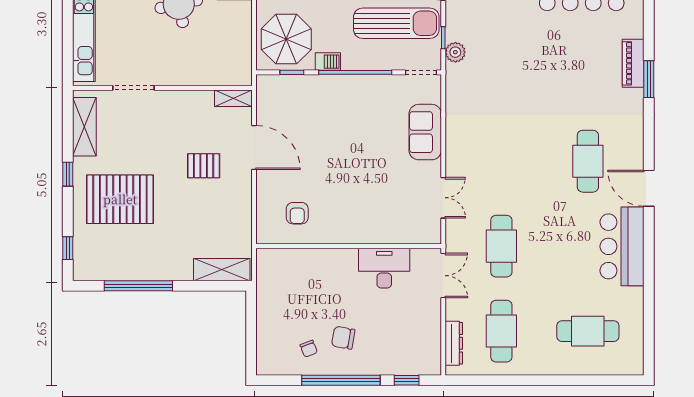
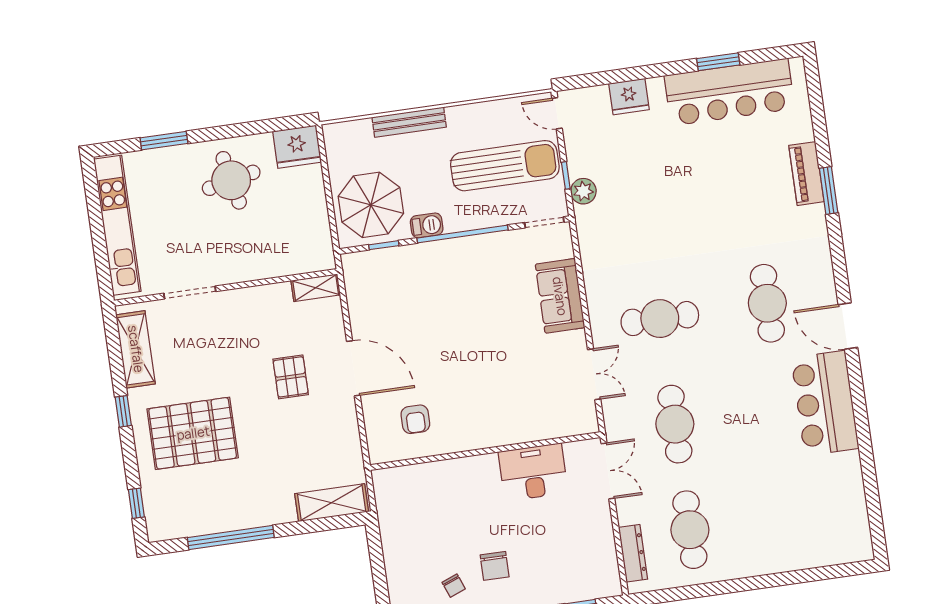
door: (254, 147) -> (353, 368), moved
pallet: (204, 166) -> (291, 377), turned 90
cafe table: (588, 331) -> (660, 319), moved
chair: (343, 338) -> (495, 566), turned -100

